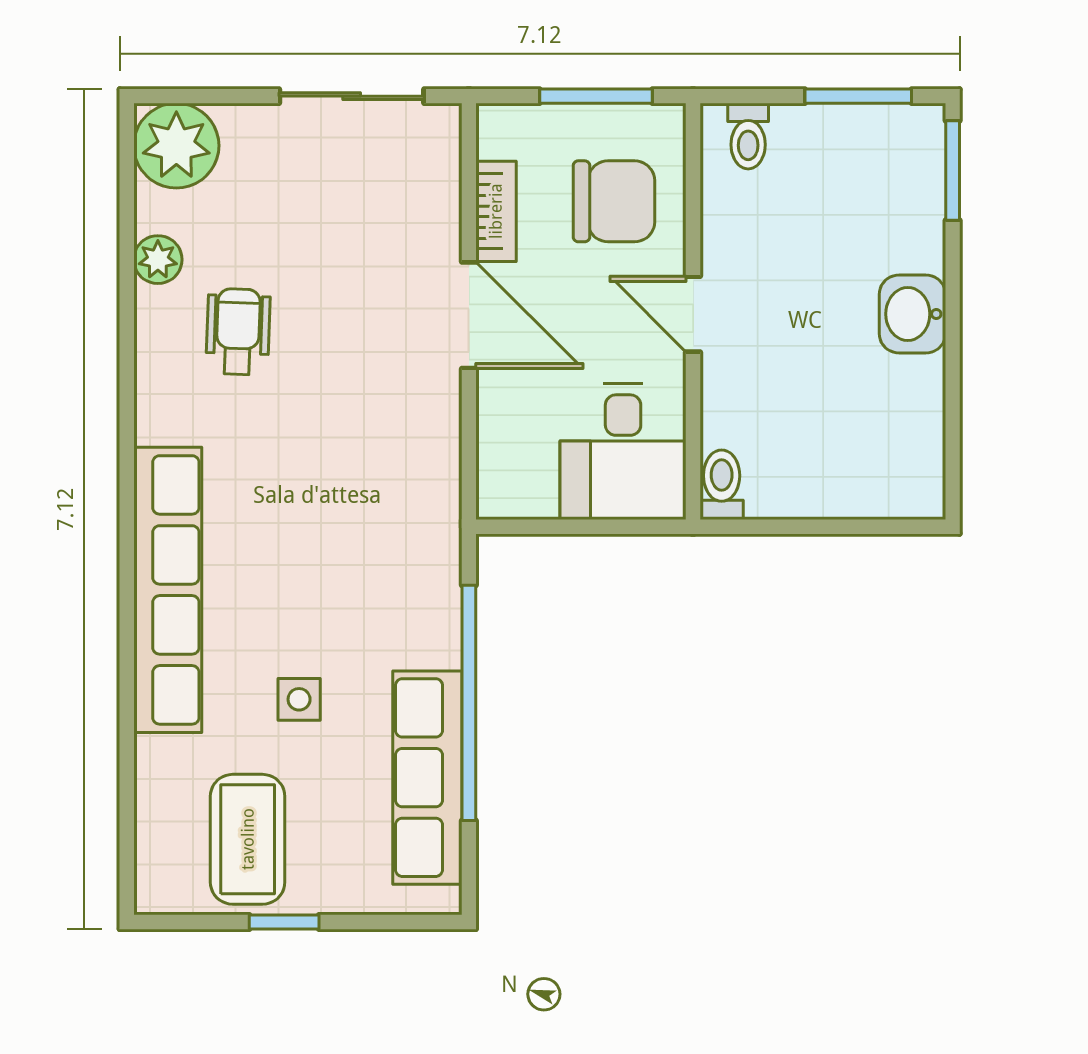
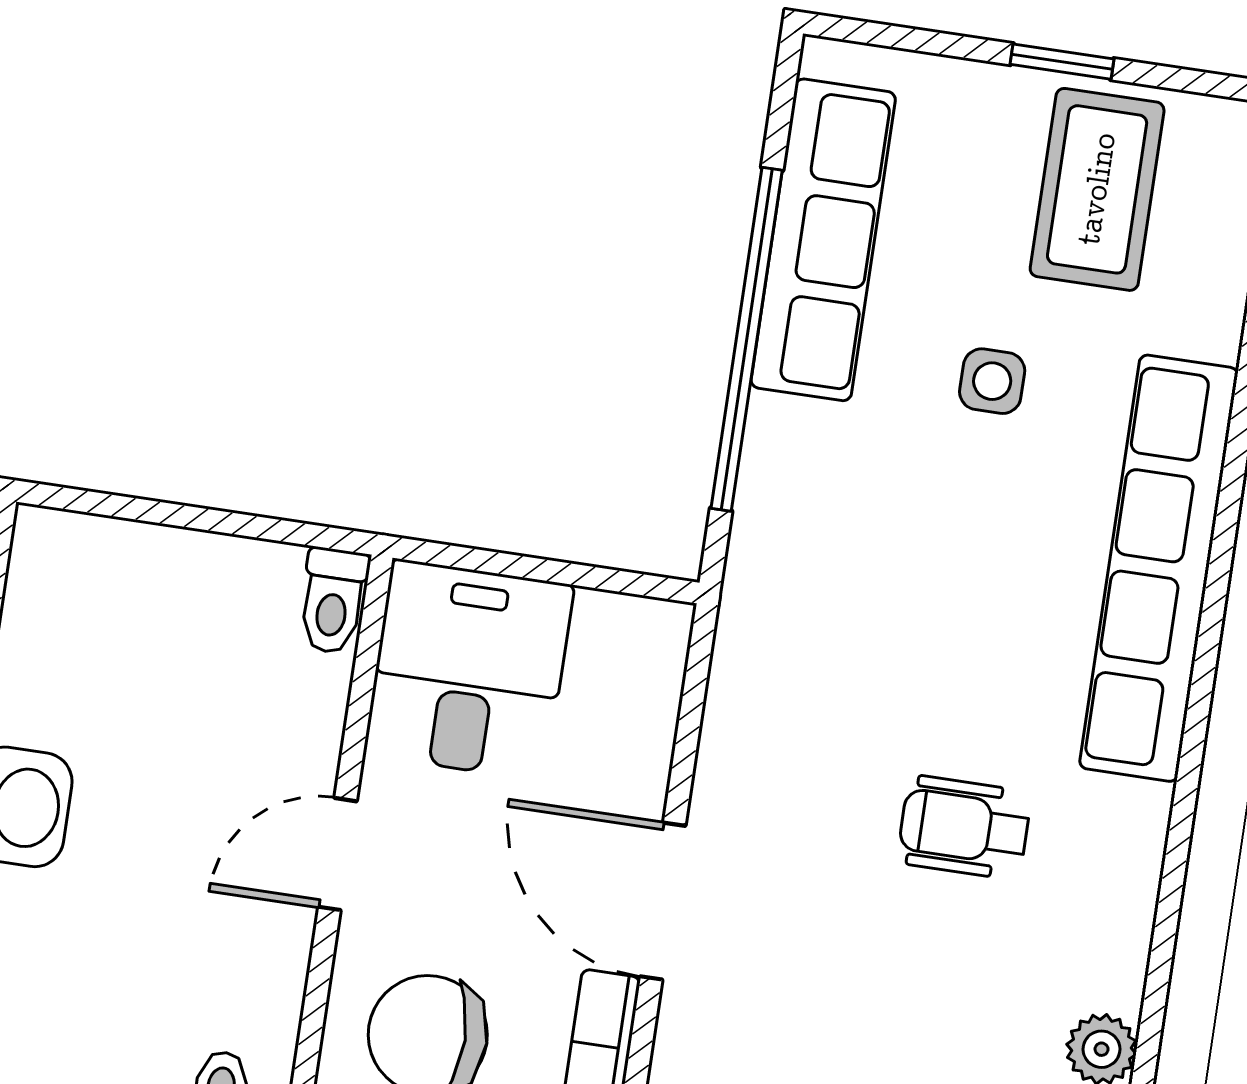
door: (693, 314) -> (338, 854), swing flipped
wheelchair: (238, 332) -> (964, 827), moved, turned 88

